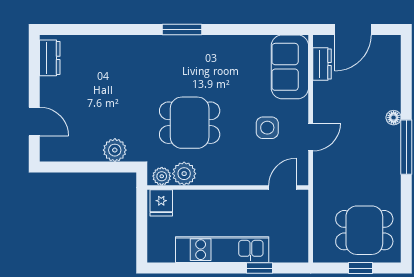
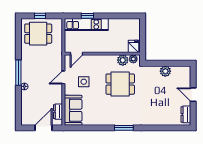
door: (34, 121) -> (193, 95), moved
plant: (115, 150) -> (165, 71), moved
kitchen unit: (222, 250) -> (86, 24), moved

